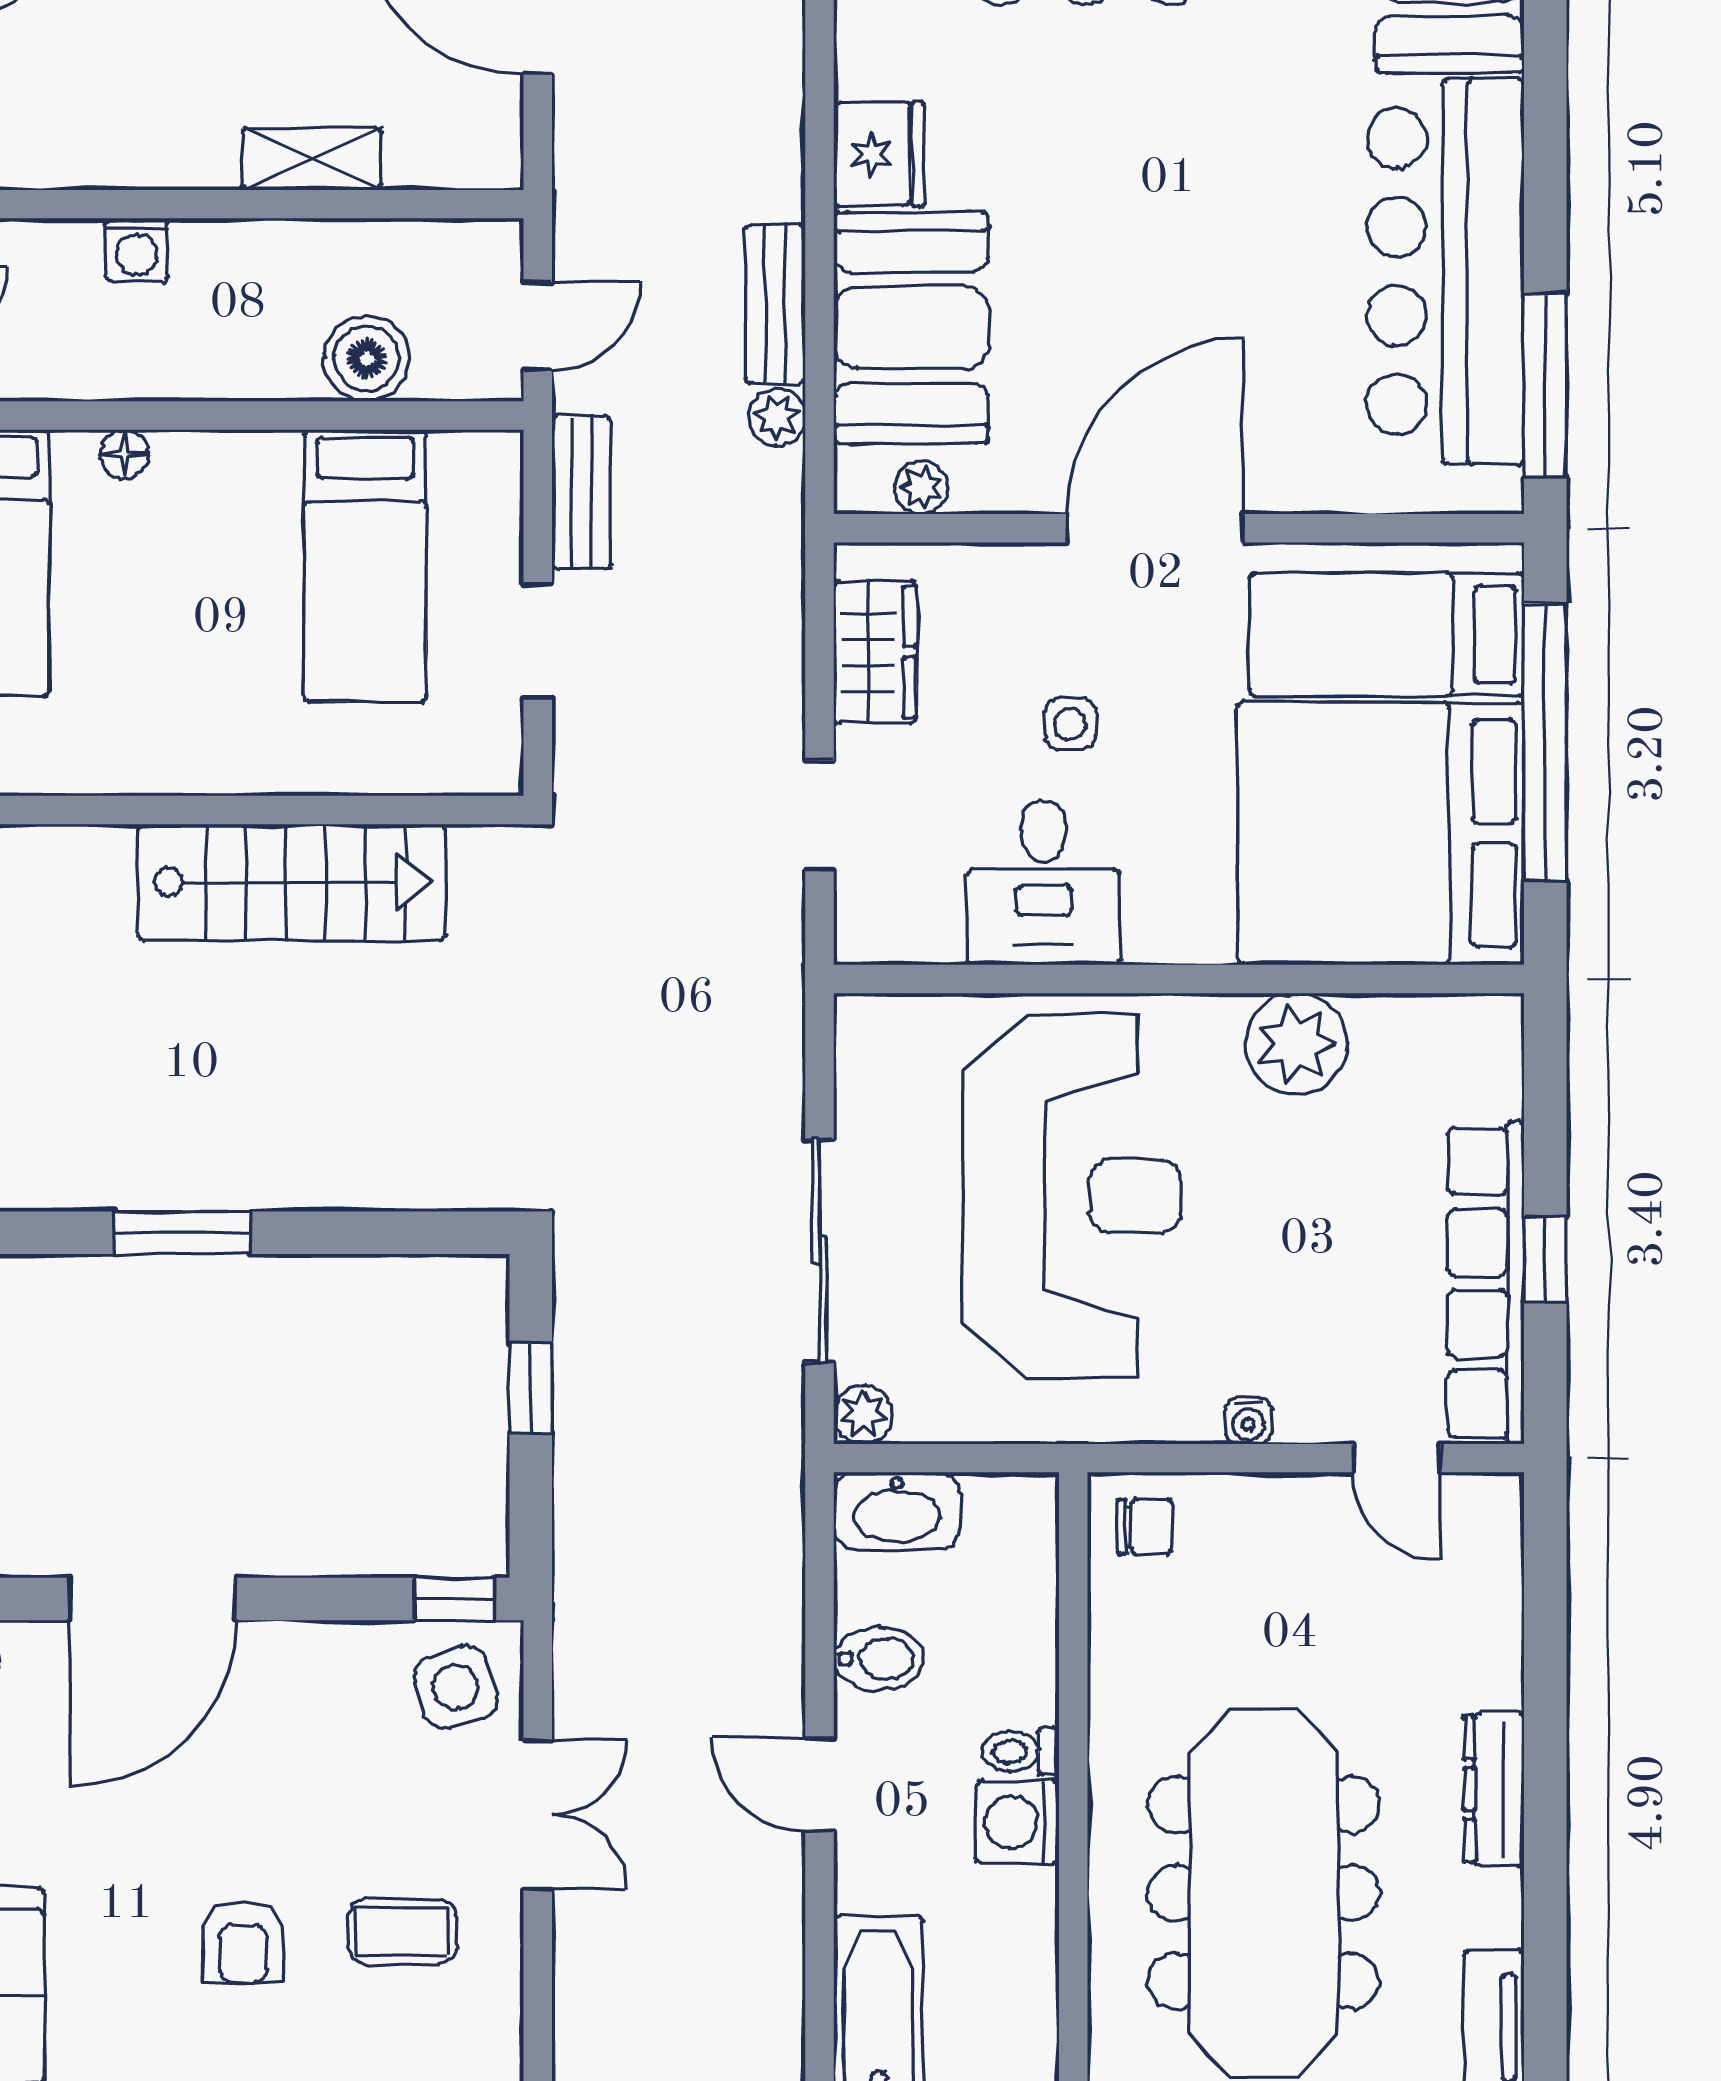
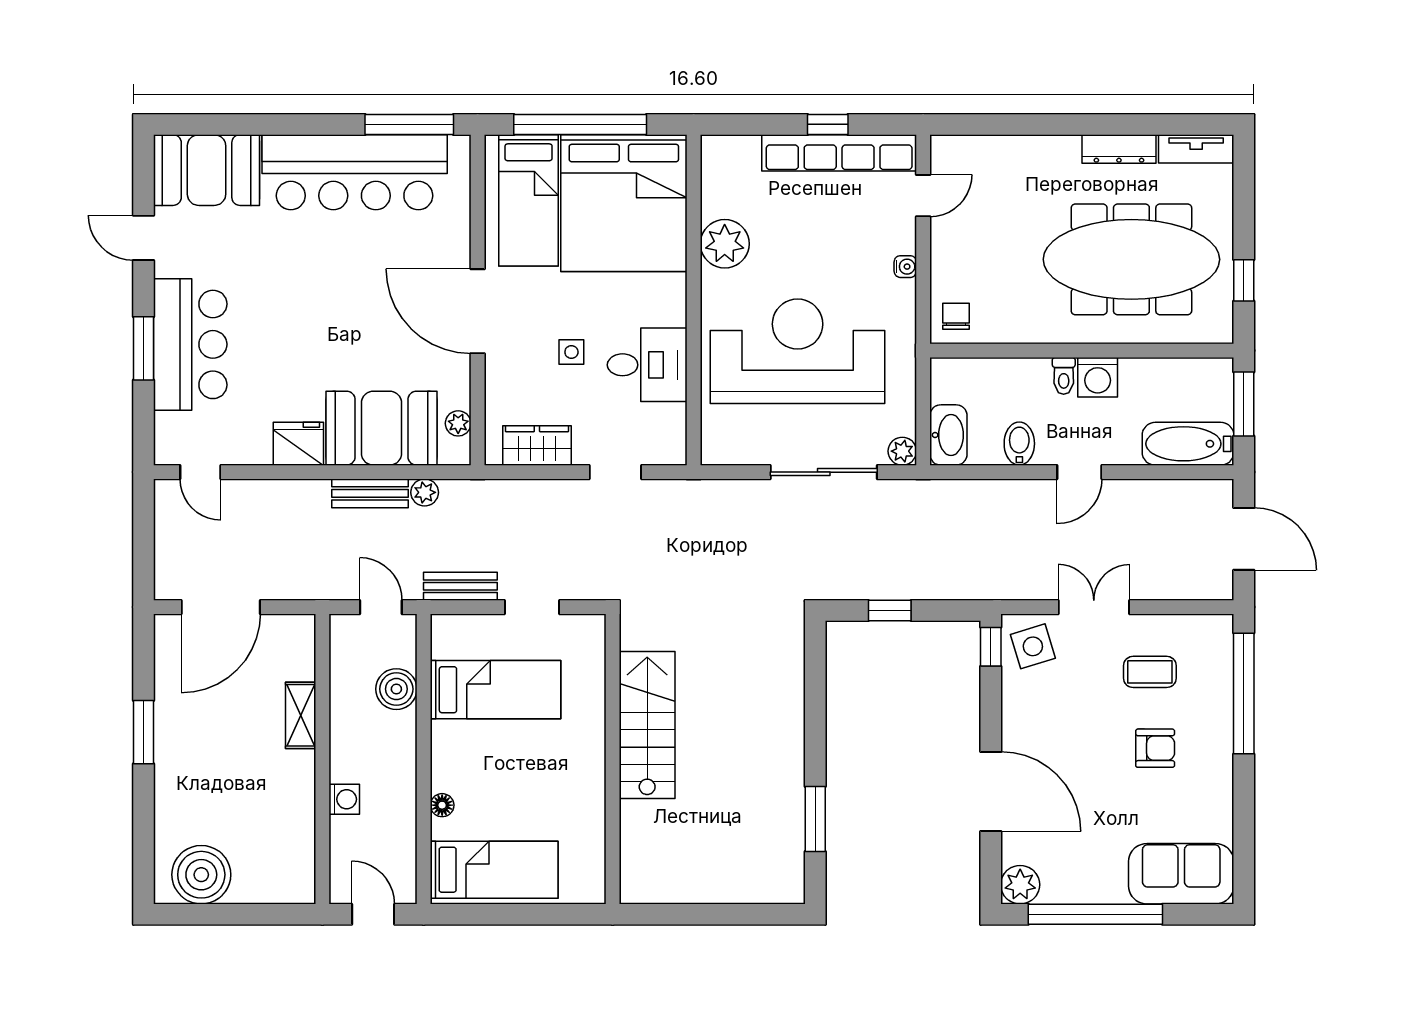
window: (183, 1233) -> (815, 819), moved
dresser: (1494, 1789) -> (1119, 149), moved
coffee table: (402, 1931) -> (1150, 672), turned 90

